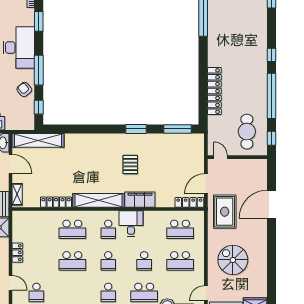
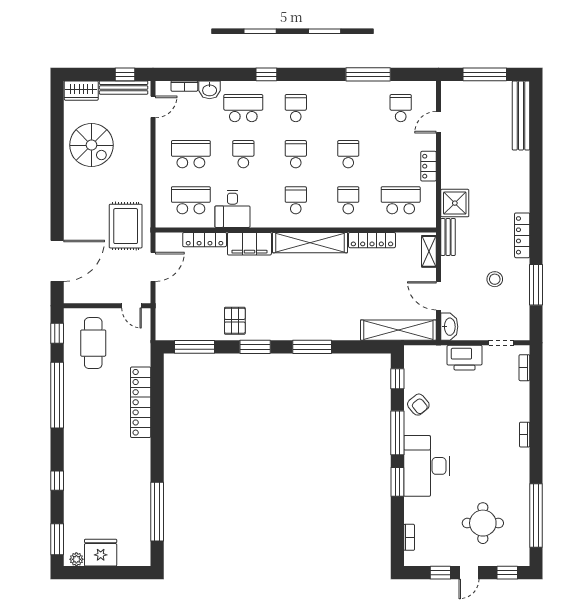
window: (39, 21) -> (397, 482), moved
window: (272, 55) -> (57, 481), moved
window: (97, 129) -> (312, 347), added
pallet: (130, 165) -> (235, 321), moved
locker: (189, 202) -> (205, 240), moved
door: (272, 204) -> (57, 261), moved
desk: (131, 223) -> (232, 209), moved
school desk: (36, 229) -> (401, 200), added
school desk: (72, 229) -> (348, 200), width x0.54
spiral stairs: (233, 260) -> (91, 145), moved
school desk: (72, 261) -> (348, 154), width x0.54
door: (11, 283) -> (438, 122), hinge flipped

